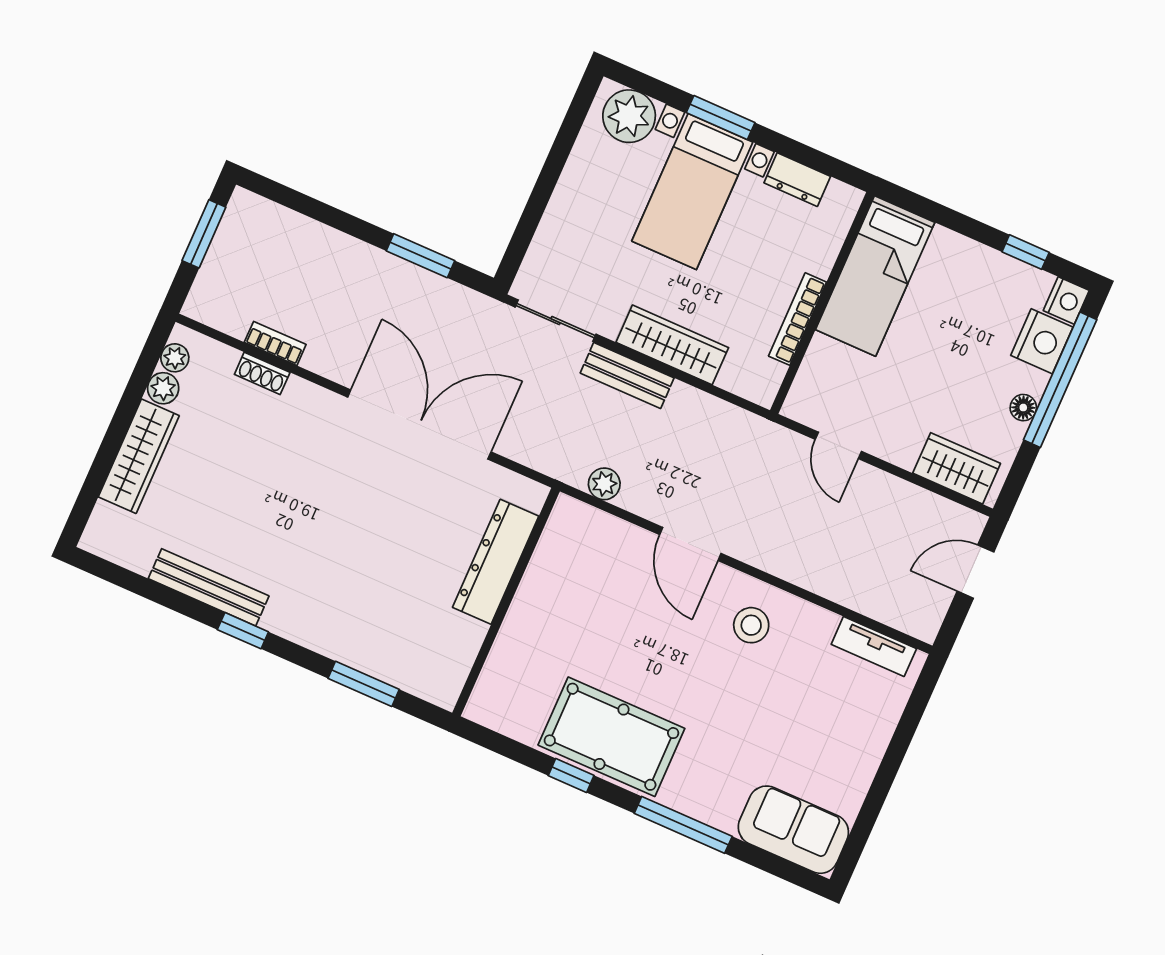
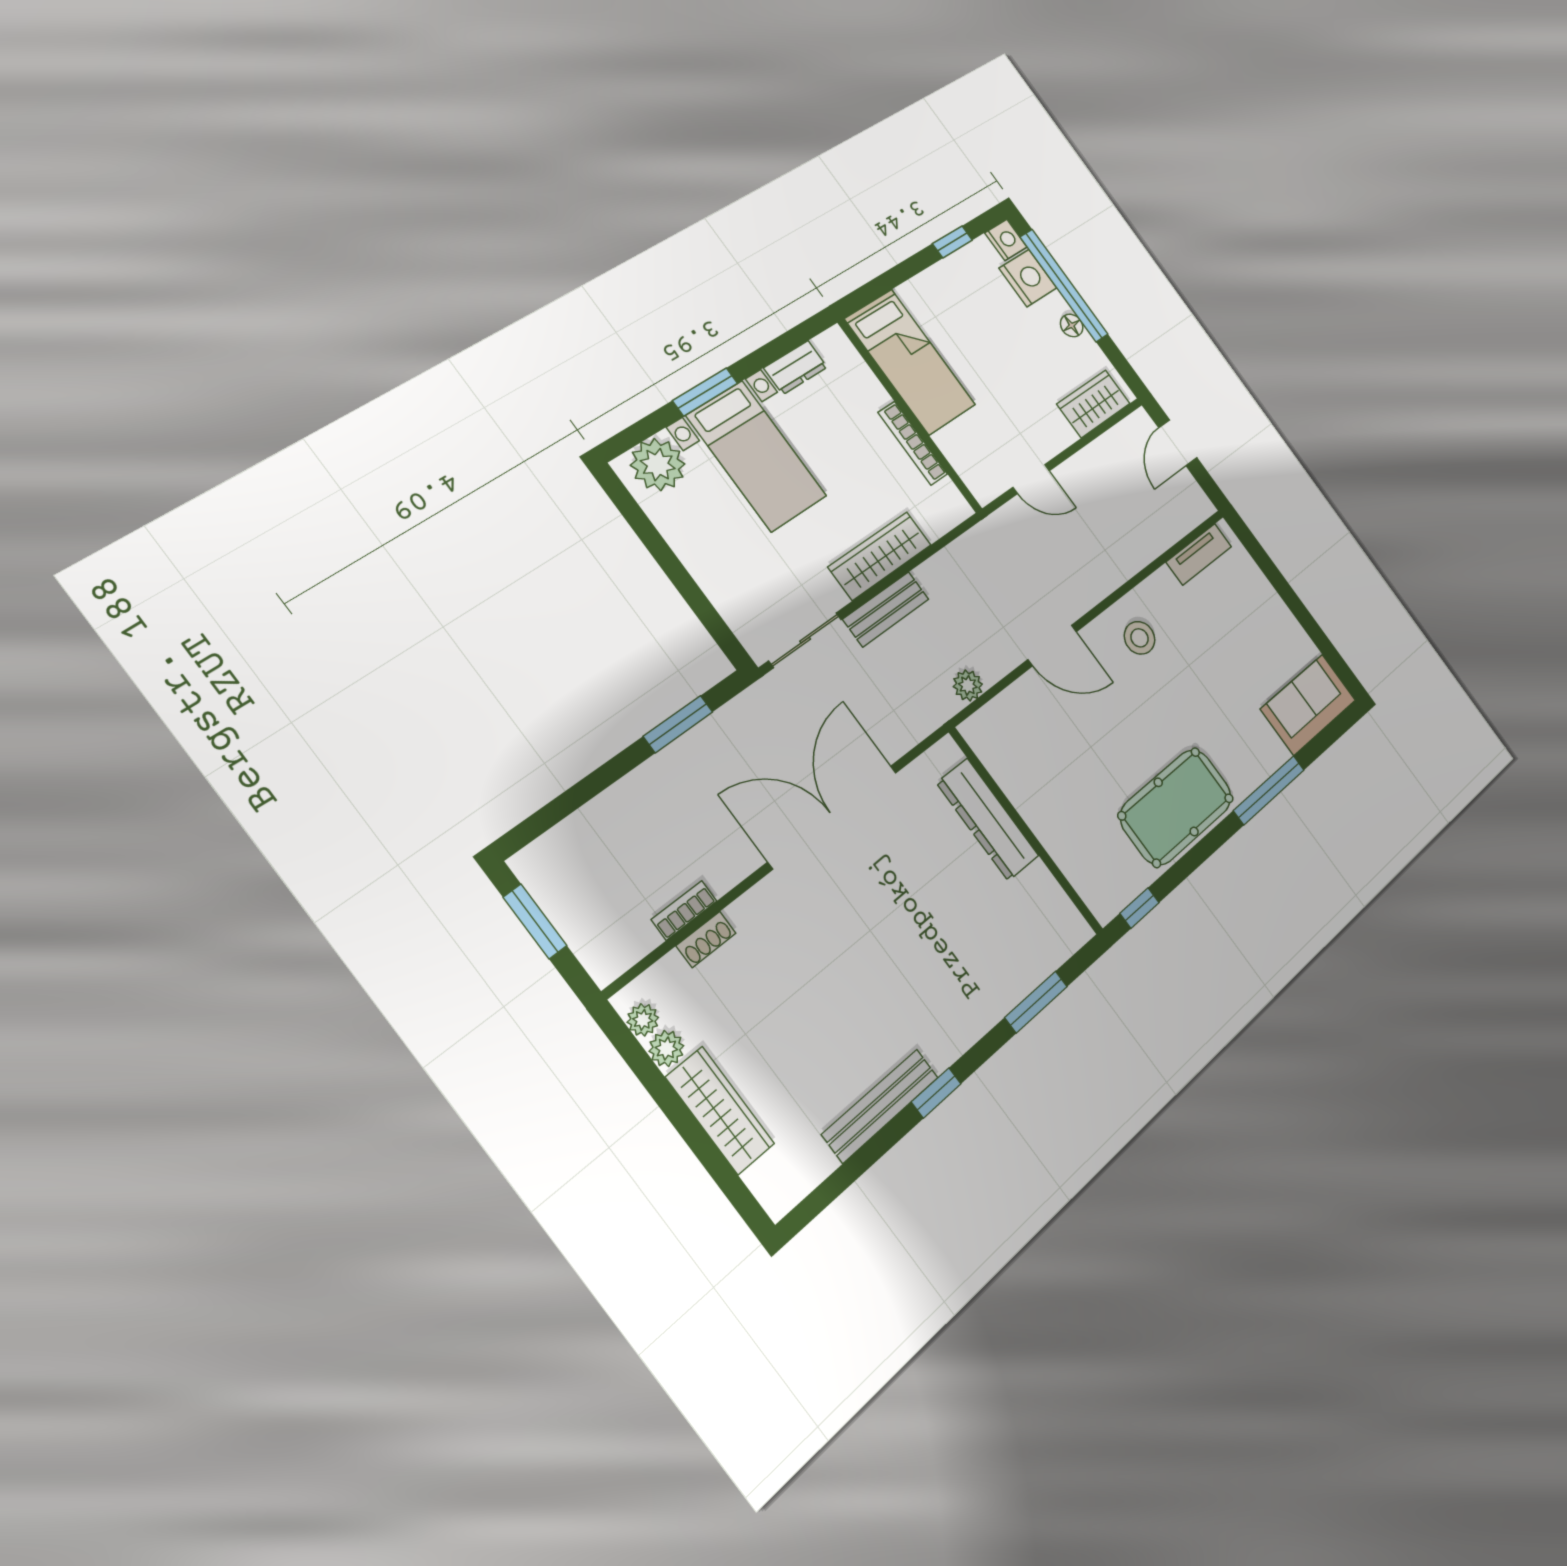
window: (571, 775) -> (1140, 908), moved

